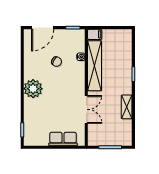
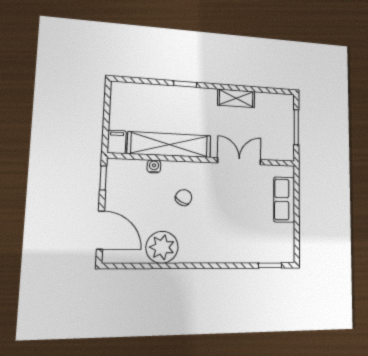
chair: (57, 62) -> (184, 197), moved
plant: (33, 89) -> (162, 247), moved

